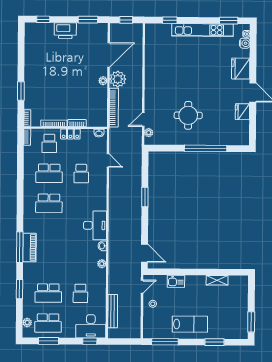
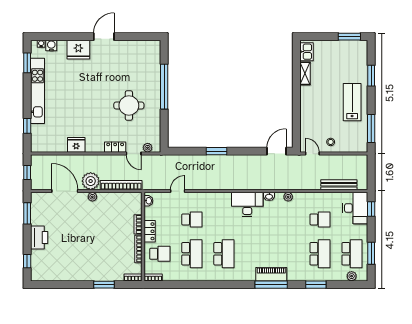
locker: (149, 102) -> (115, 147), added
fridge: (242, 112) -> (76, 145), moved, turned 180
kitchen sink: (176, 281) -> (306, 52), moved

